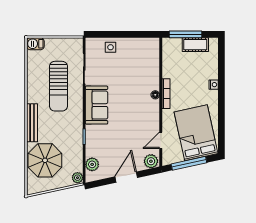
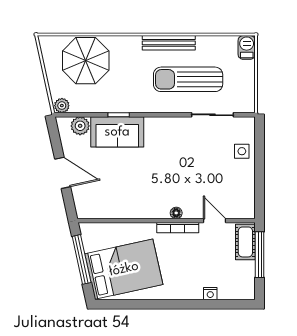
cot: (195, 45) -> (245, 242), moved
nightstand: (214, 85) -> (210, 294), moved
sofa: (97, 105) -> (117, 132), moved
bench: (32, 123) -> (169, 43), moved
door: (161, 140) -> (215, 221), moved
plant: (151, 161) -> (84, 207), removed

